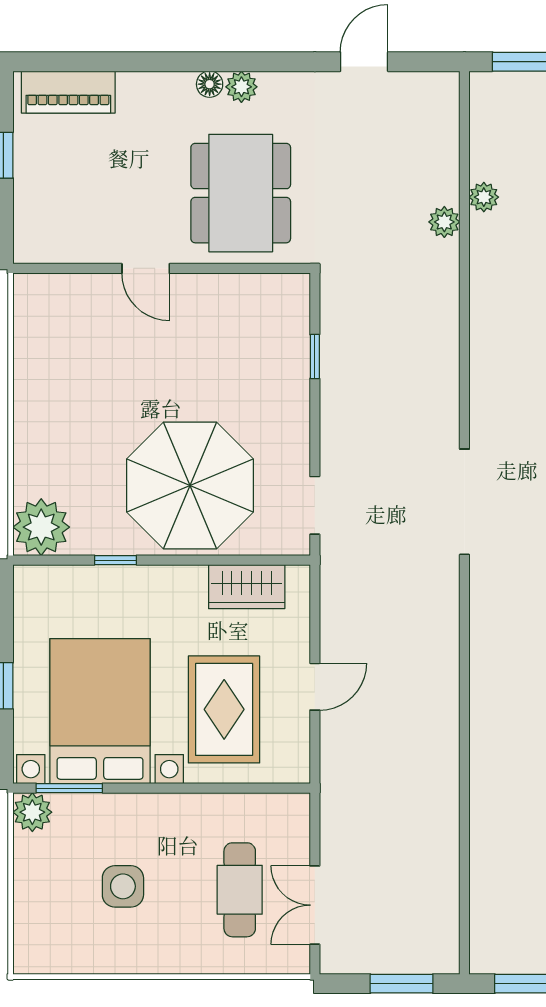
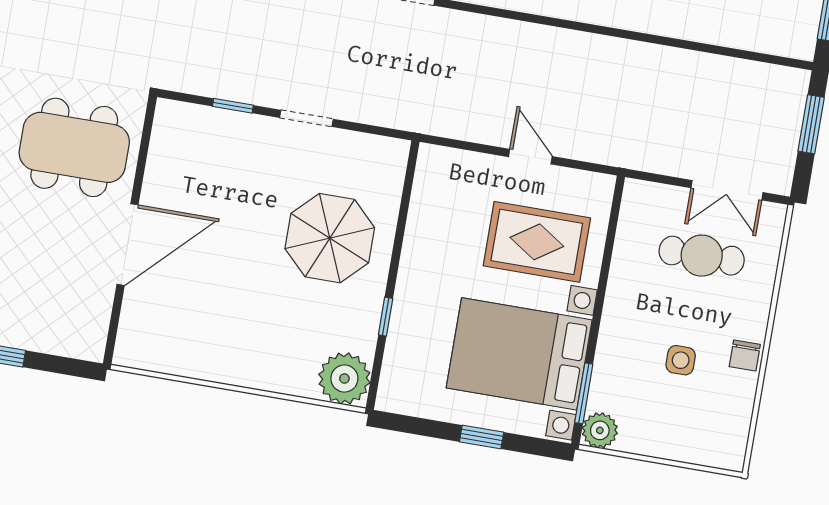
door: (146, 268) -> (127, 245), width x1.88
parasol: (190, 485) -> (330, 238), width x0.73, depth x0.73
doorway: (315, 505) -> (306, 118), moved
wardrobe: (247, 587) -> (430, 203), removed
side table: (123, 886) -> (681, 360), width x0.73, depth x0.73
chair: (140, 955) -> (745, 356), added

